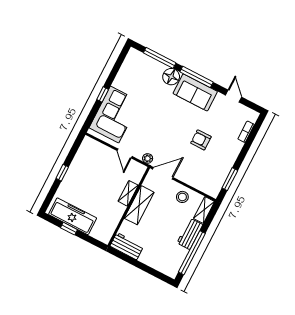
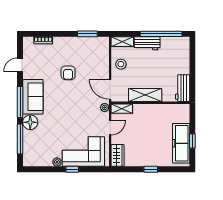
plant: (118, 83) -> (57, 162), added
wardrobe: (93, 147) -> (118, 155), added
shelving: (128, 193) -> (122, 109), moved

